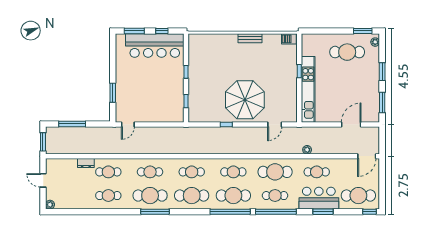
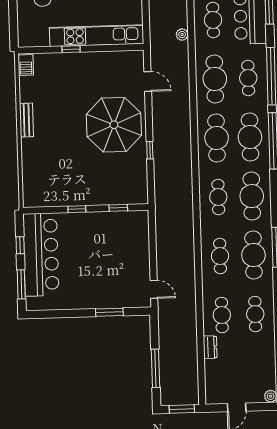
cafe table: (233, 172) -> (217, 138), width x1.37, depth x1.35

